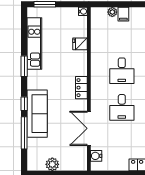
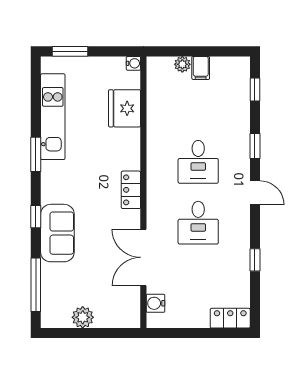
fridge: (80, 44) -> (125, 108), width x1.88, depth x1.34
sofa: (37, 114) -> (57, 233), width x0.73
window: (24, 133) -> (36, 285), moved

